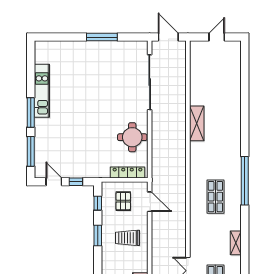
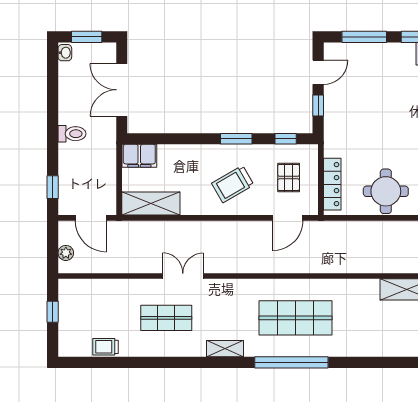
window: (245, 181) -> (291, 362), moved
shop shelf: (215, 197) -> (295, 318), width x1.43, depth x1.36
pallet: (123, 201) -> (289, 178), turned 90
trolley: (128, 238) -> (233, 184), turned -120

